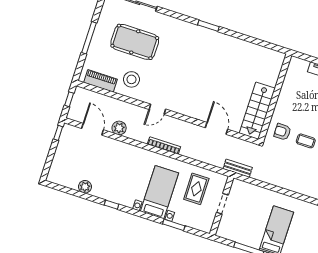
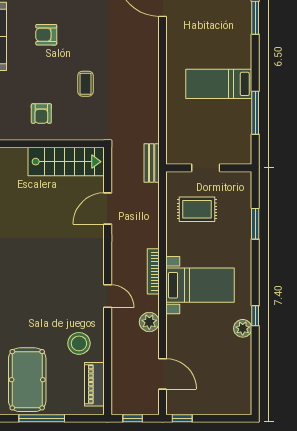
pool table: (135, 42) -> (27, 380), moved
plant: (119, 128) -> (149, 322), moved
door: (93, 129) -> (162, 374), swing flipped
armchair: (282, 132) -> (41, 114), moved
plant: (85, 187) -> (243, 328), moved
bed with nightstands: (160, 192) -> (200, 285), moved, turned 180

